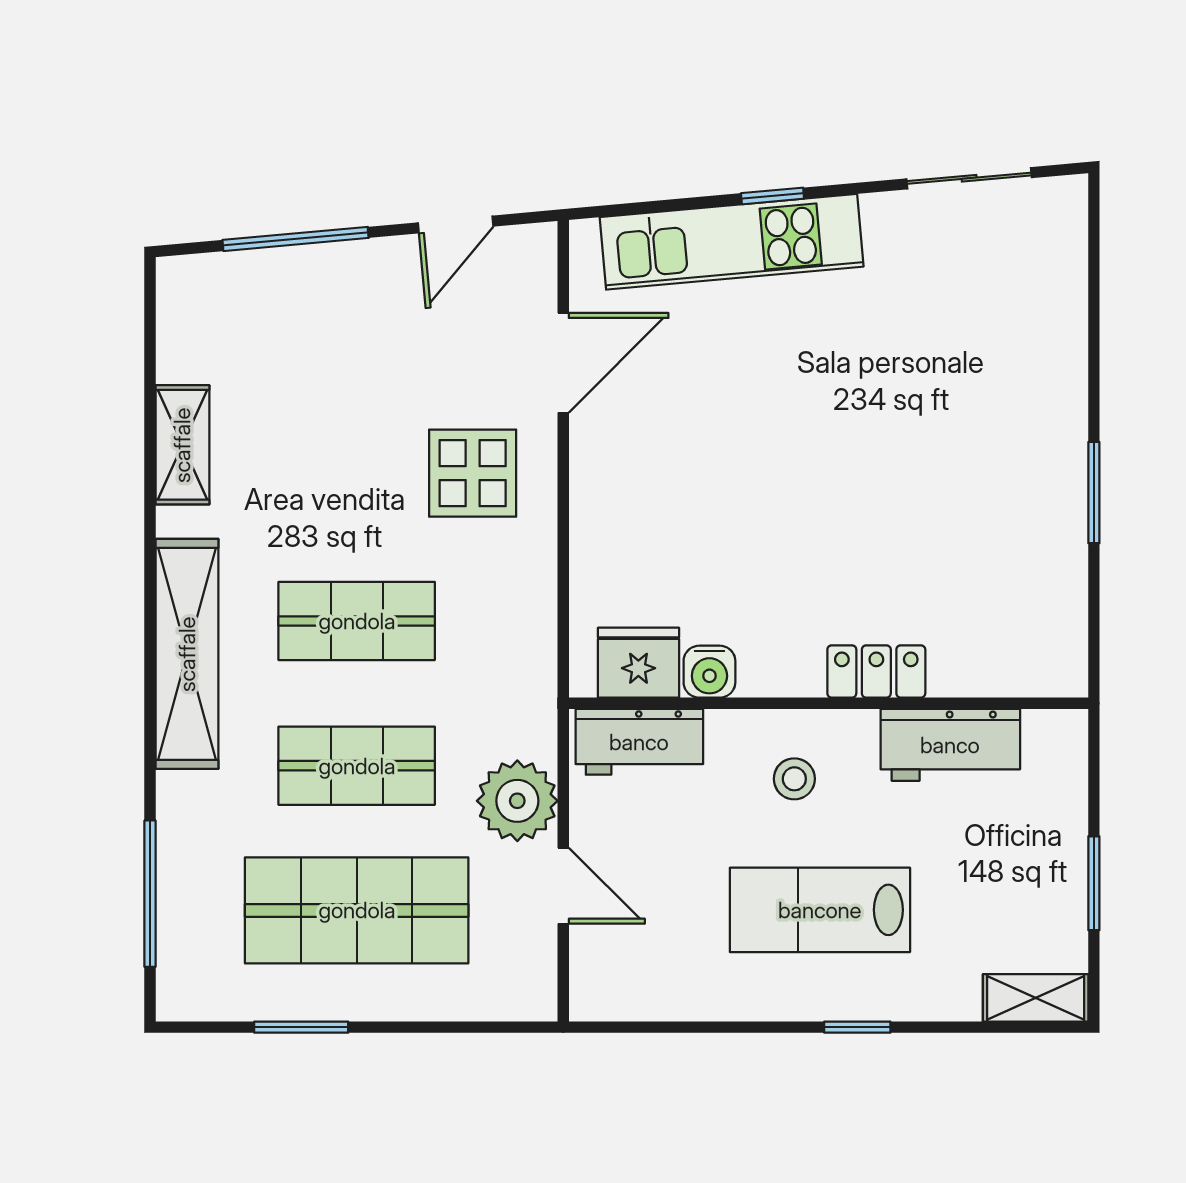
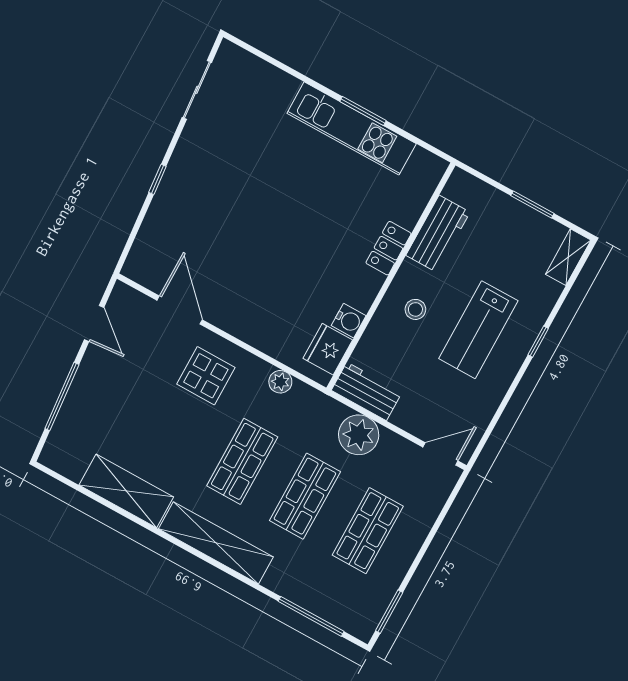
kitchen unit: (732, 242) -> (352, 128), moved, turned 95
shelving: (182, 445) -> (126, 491), width x1.50, depth x1.33
plant: (535, 611) -> (280, 382), added
workbench: (639, 742) -> (367, 391), moved, turned -90
door: (563, 886) -> (440, 454), moved
shop shelf: (357, 910) -> (368, 531), width x0.70, depth x0.74
window: (301, 1027) -> (389, 612), moved

